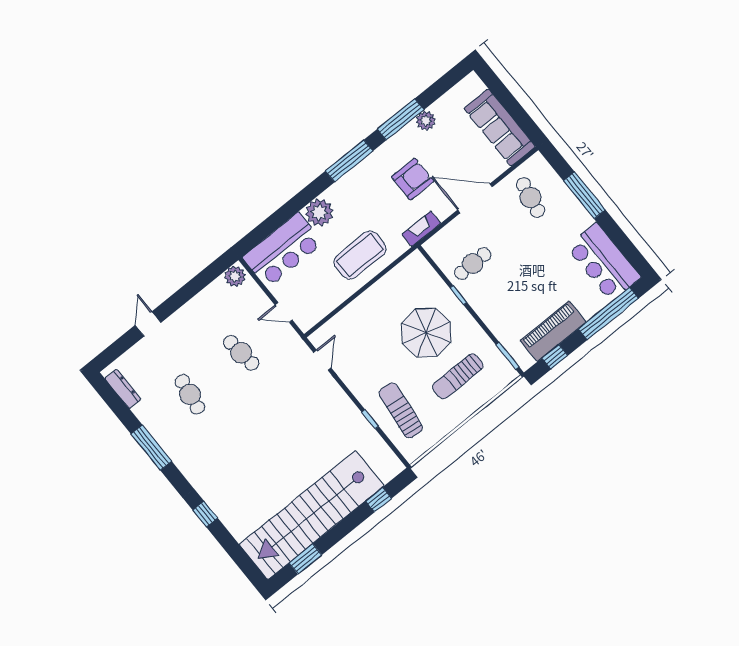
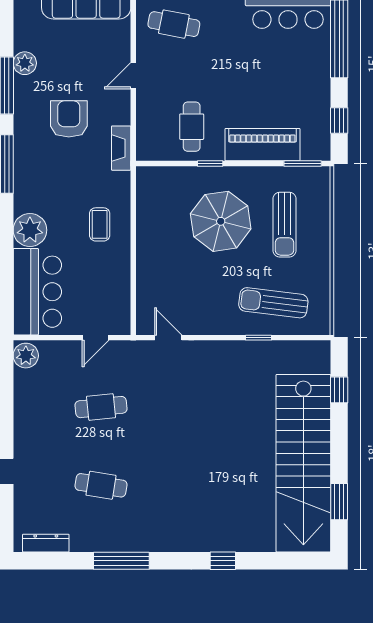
door: (475, 198) -> (133, 76), width x0.53
coffee table: (360, 255) -> (100, 224), width x0.54, depth x0.58
piano: (553, 331) -> (262, 145), moved, turned 90

